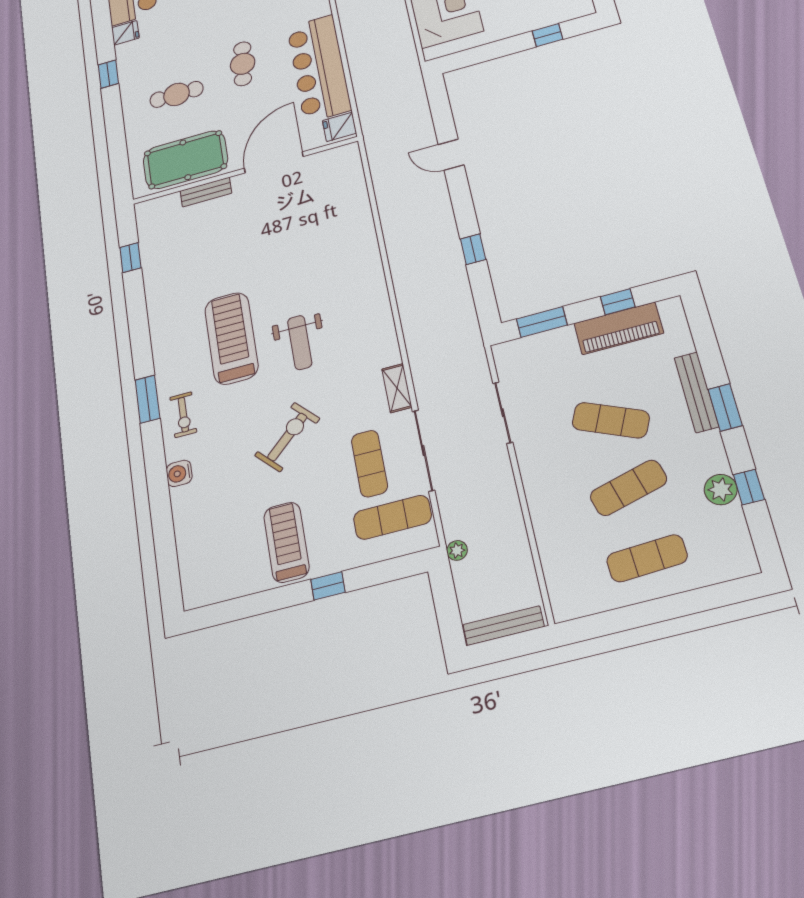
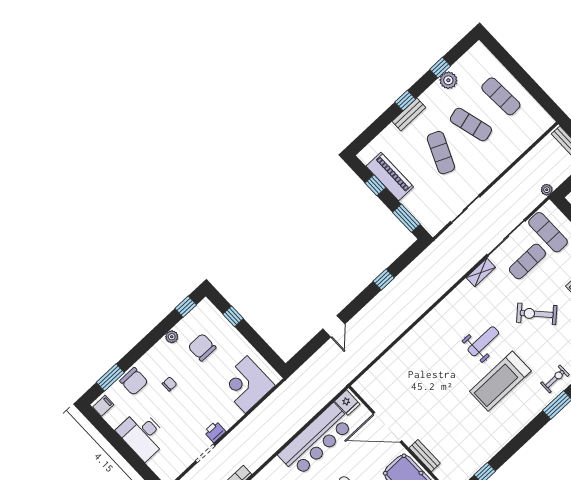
bench: (696, 392) -> (409, 114), width x0.73
window: (725, 407) -> (405, 101), width x0.67

